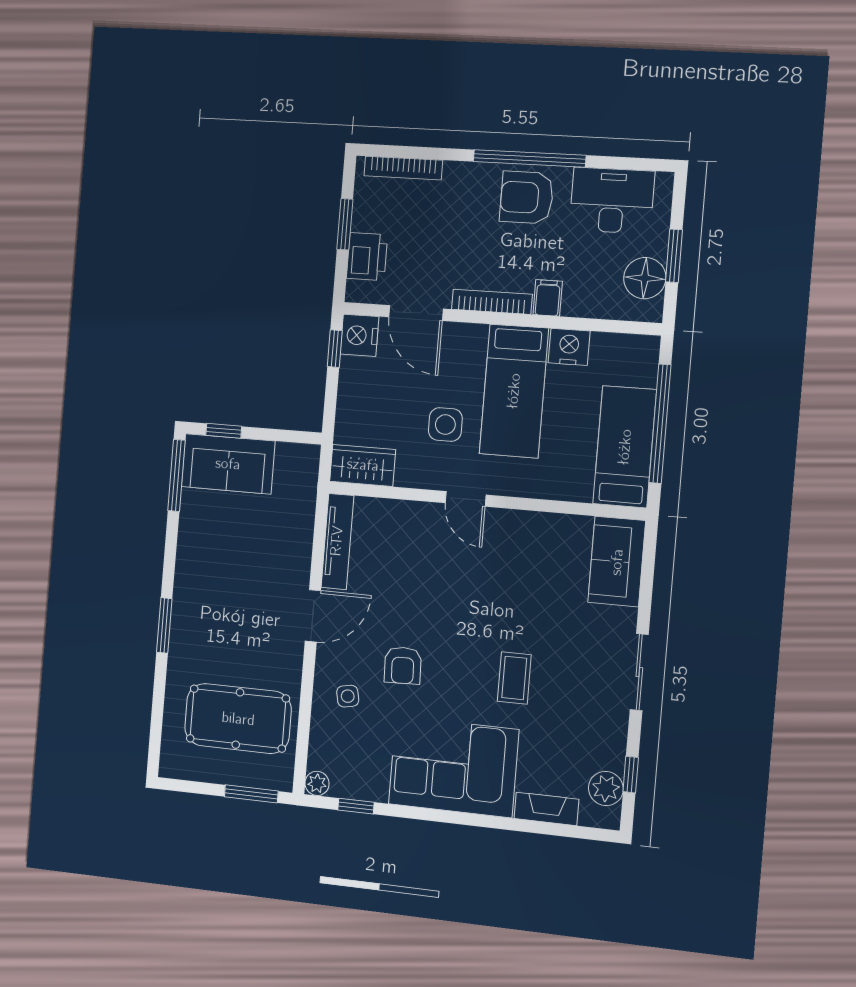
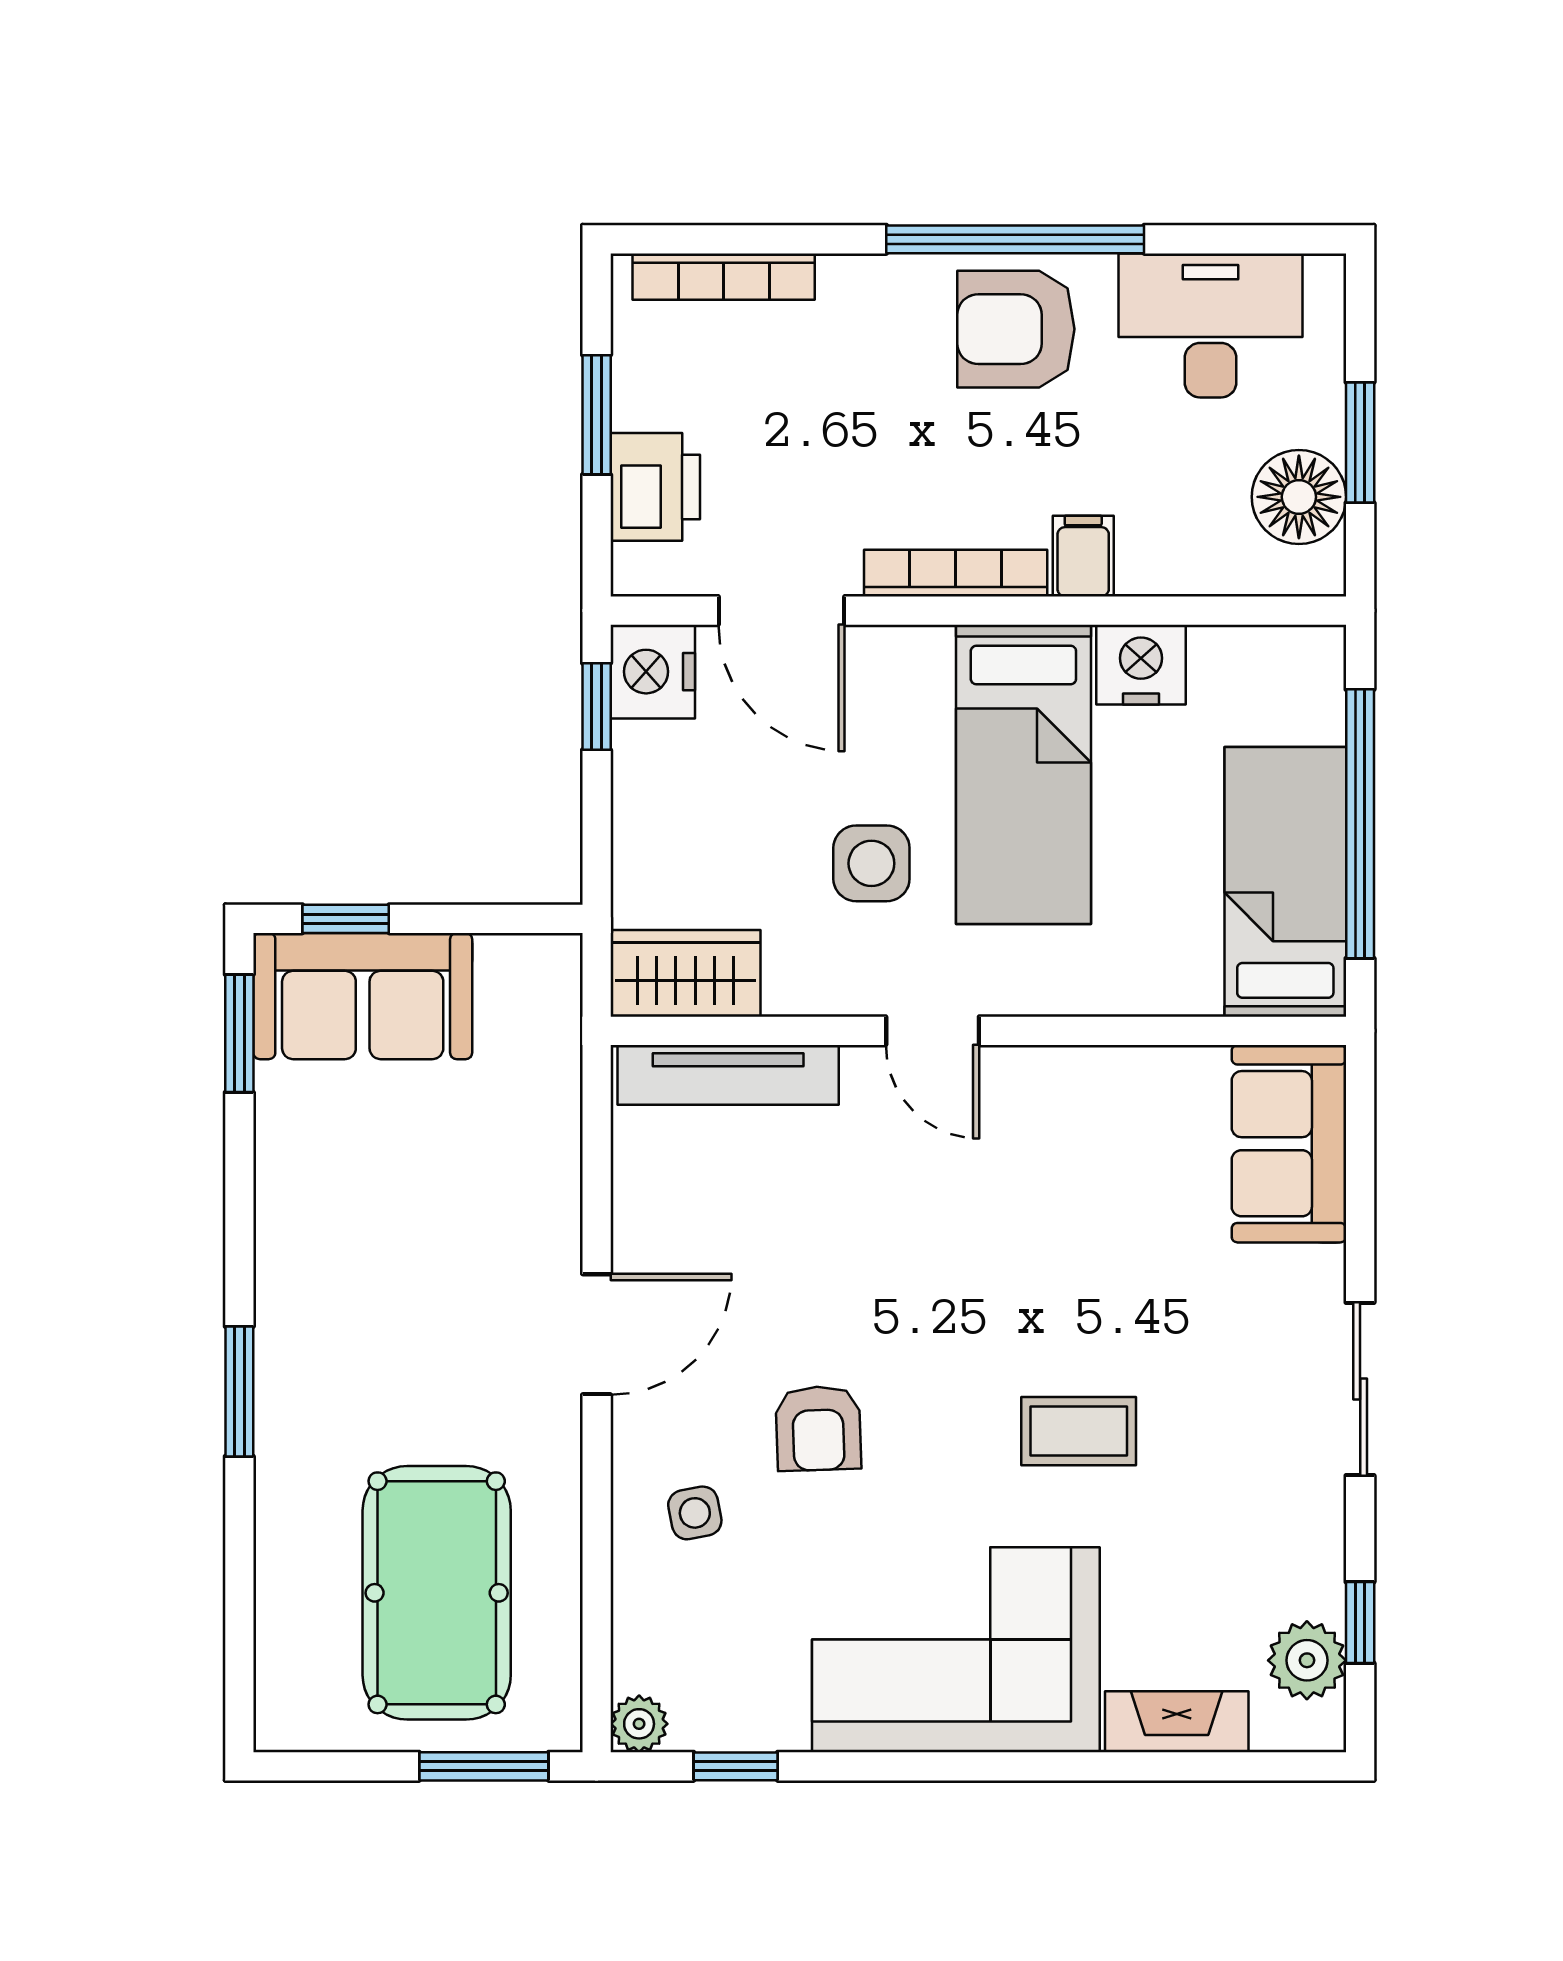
window: (177, 475) -> (239, 1033), width x0.69
tv unit: (337, 541) -> (728, 1075), moved, turned 90
coffee table: (514, 678) -> (1079, 1431), turned 90
pool table: (238, 719) -> (437, 1593), turned 90

